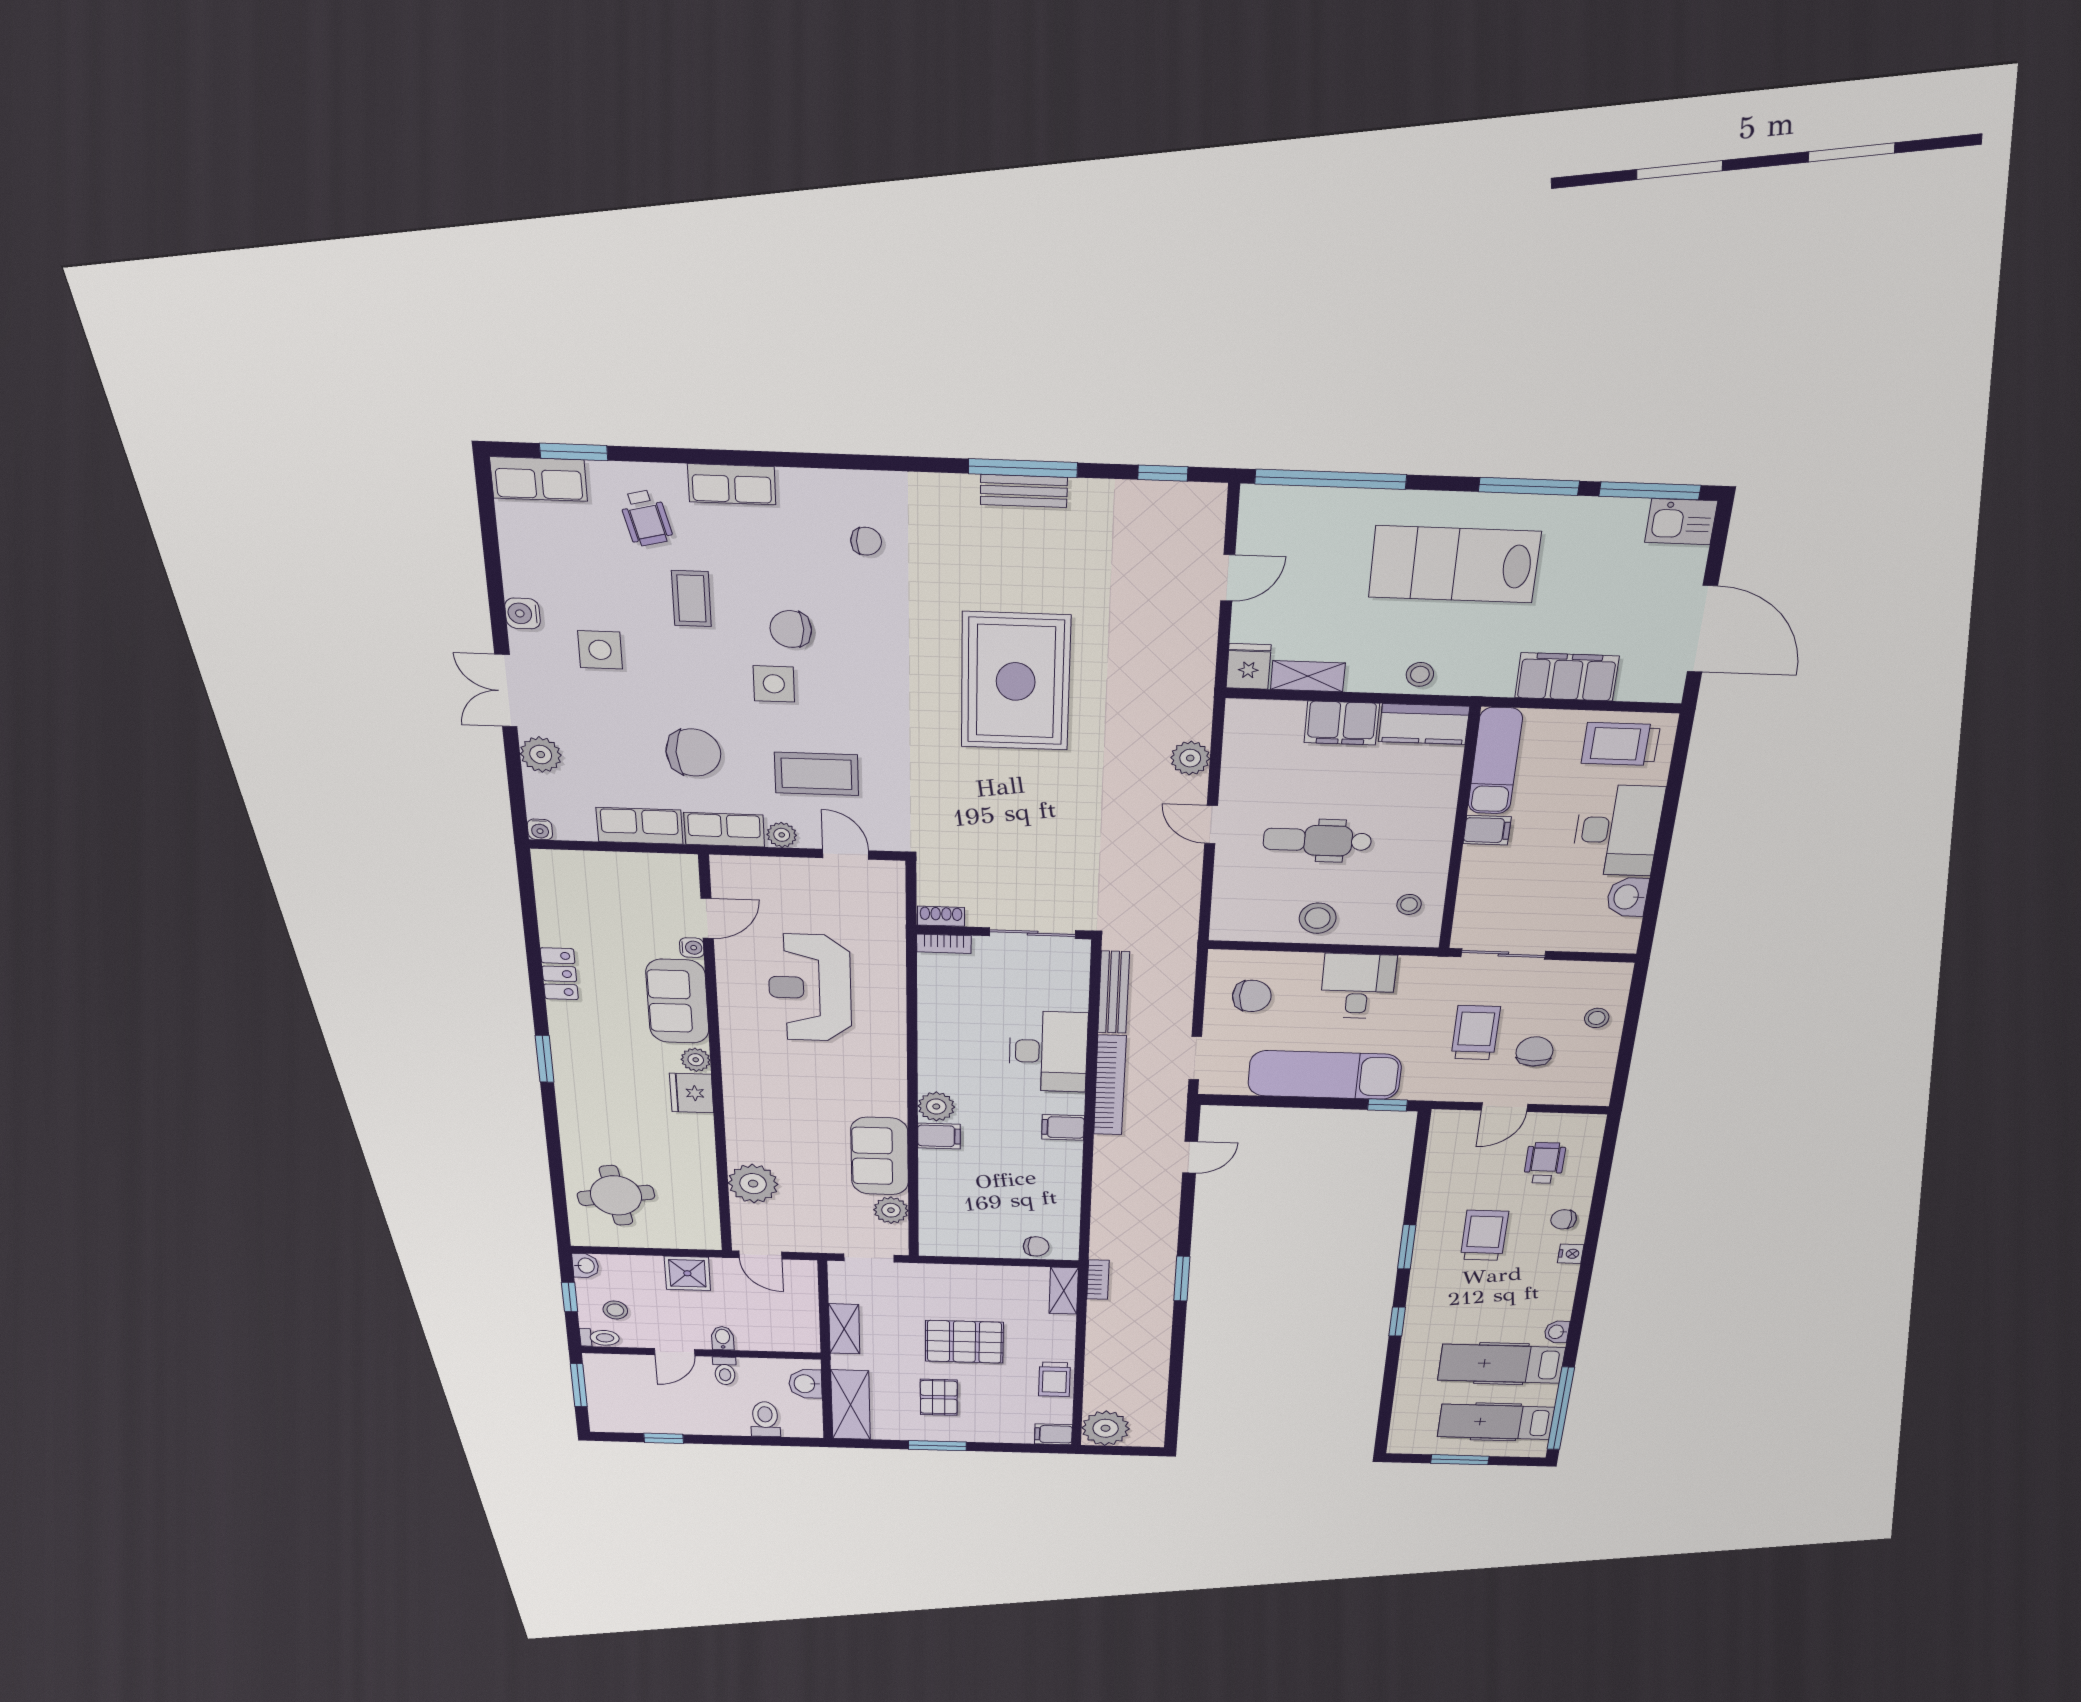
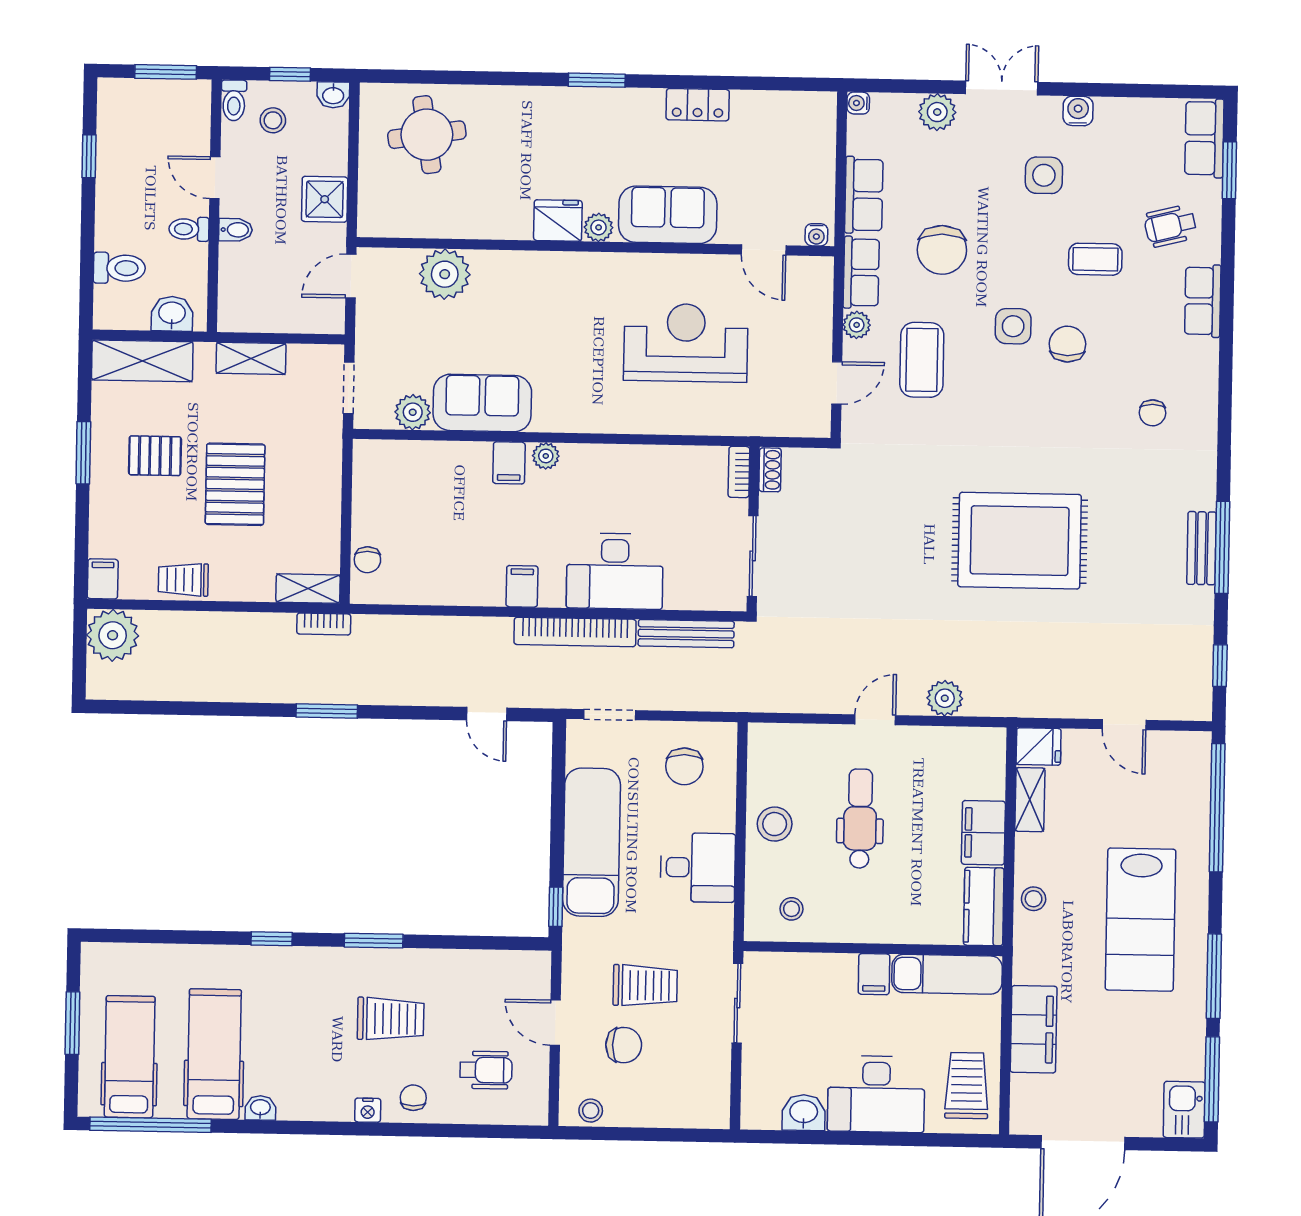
lab bench: (1454, 564) -> (1141, 920), turned 180
water cooler: (692, 948) -> (816, 235), moved
stool: (1597, 1018) -> (591, 1111), moved
plant: (936, 1106) -> (546, 456), width x0.73, depth x0.73

